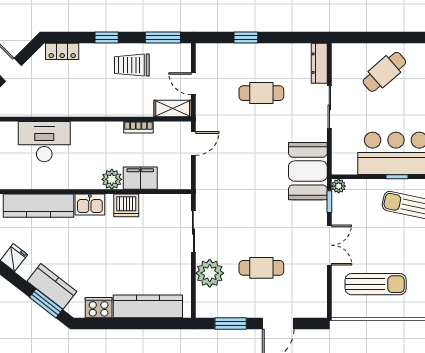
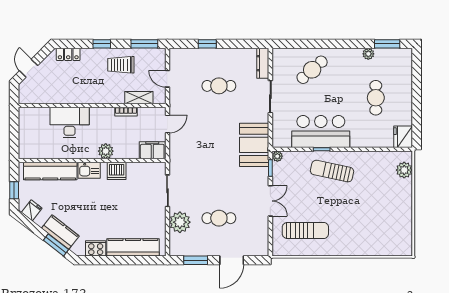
shelving: (173, 109) -> (139, 98), moved
desk: (44, 142) -> (70, 123), moved
filing cabinet: (140, 178) -> (152, 150), moved

